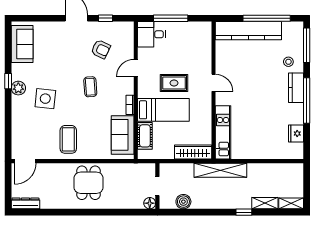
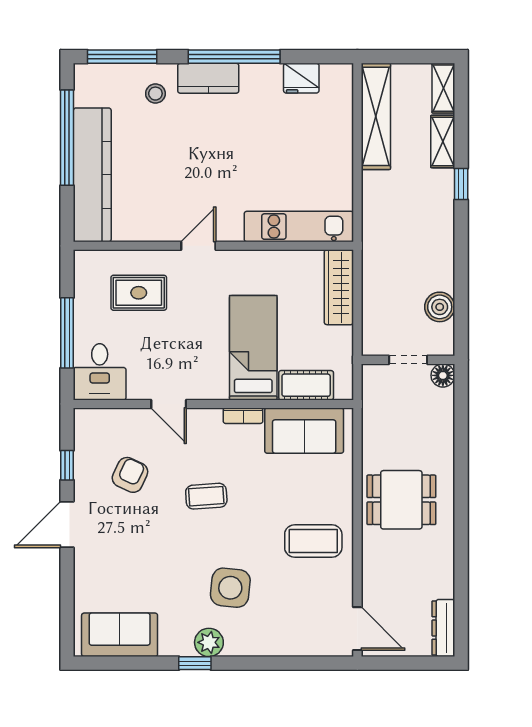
rug: (174, 83) -> (139, 293), moved, turned 90
shelving: (220, 170) -> (376, 116), moved

